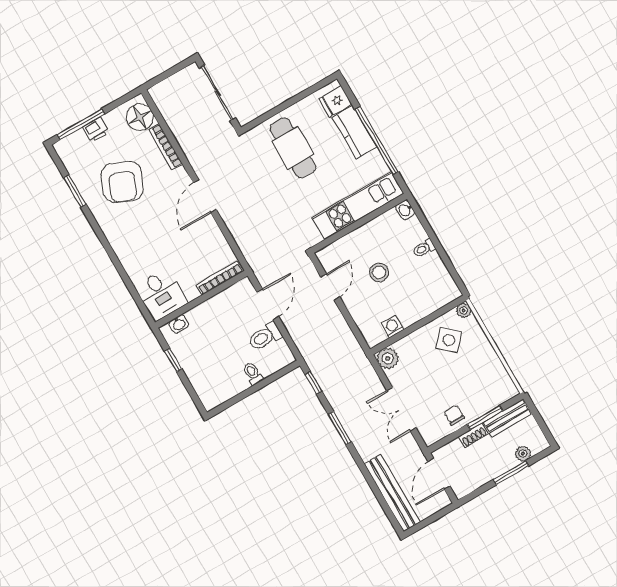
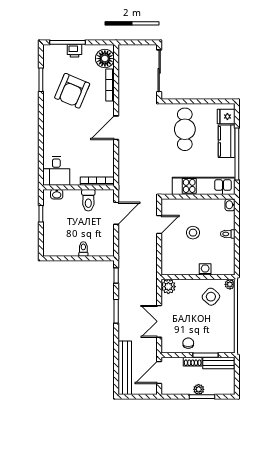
washing machine: (393, 327) -> (205, 269), moved
toilet: (265, 337) -> (88, 200), moved, turned -90
plant: (523, 453) -> (199, 389), moved

